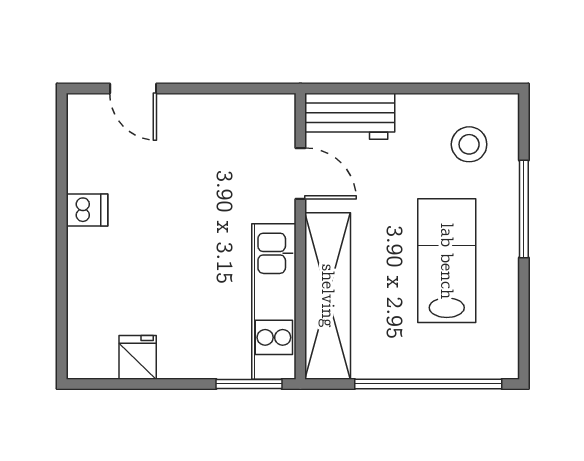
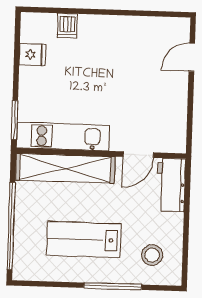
dishwasher: (87, 210) -> (67, 26), moved
lab bench: (447, 261) -> (84, 240), turned 180

